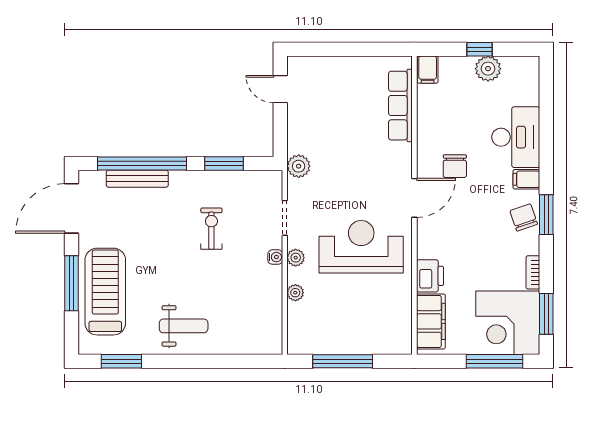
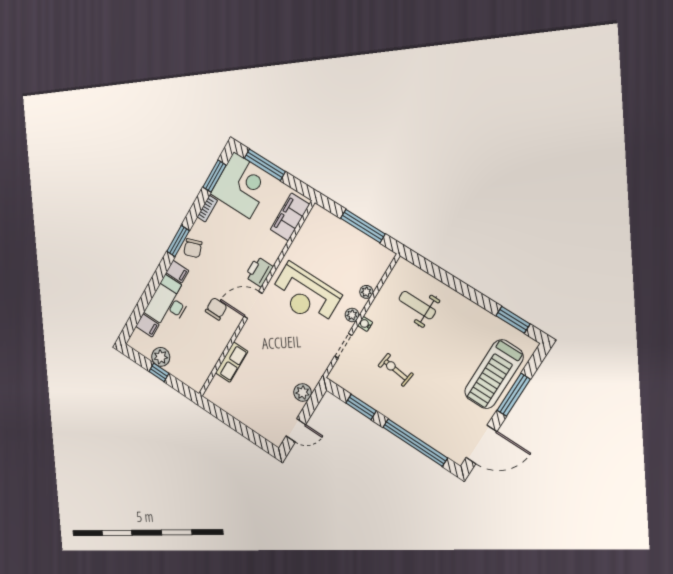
filing cabinet: (428, 70) -> (147, 325), moved, turned 90
door: (280, 89) -> (296, 430), hinge flipped
row of seats: (400, 106) -> (232, 362), width x0.68
plant: (299, 166) -> (303, 393), moved
bench: (137, 179) -> (425, 435), removed
exercise bike: (211, 229) -> (396, 370), turned 97
printer: (430, 276) -> (259, 272), moved
weight bench: (184, 326) -> (417, 305), moved

